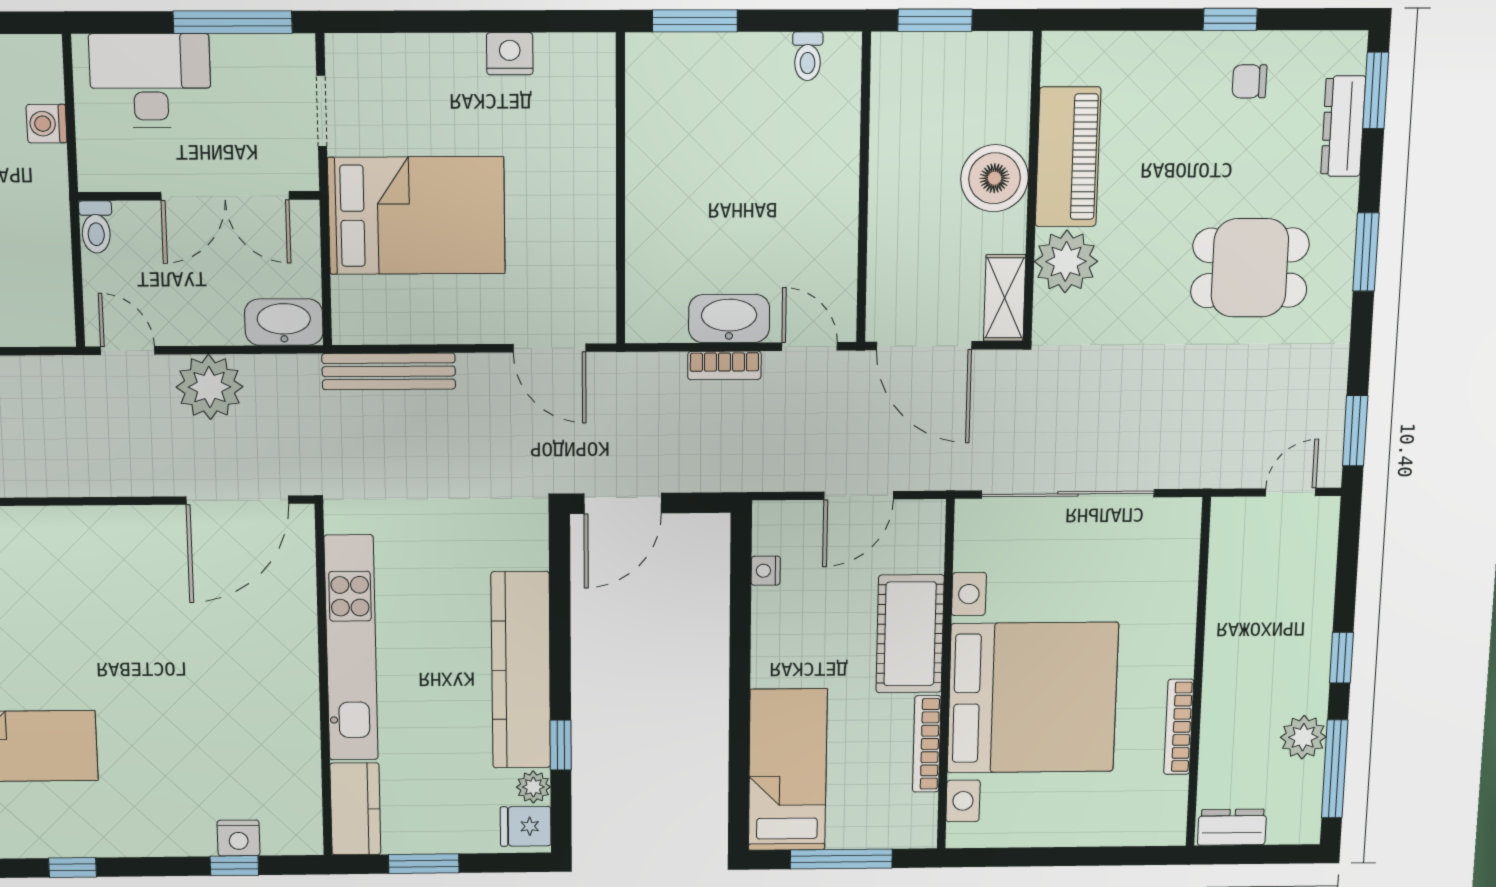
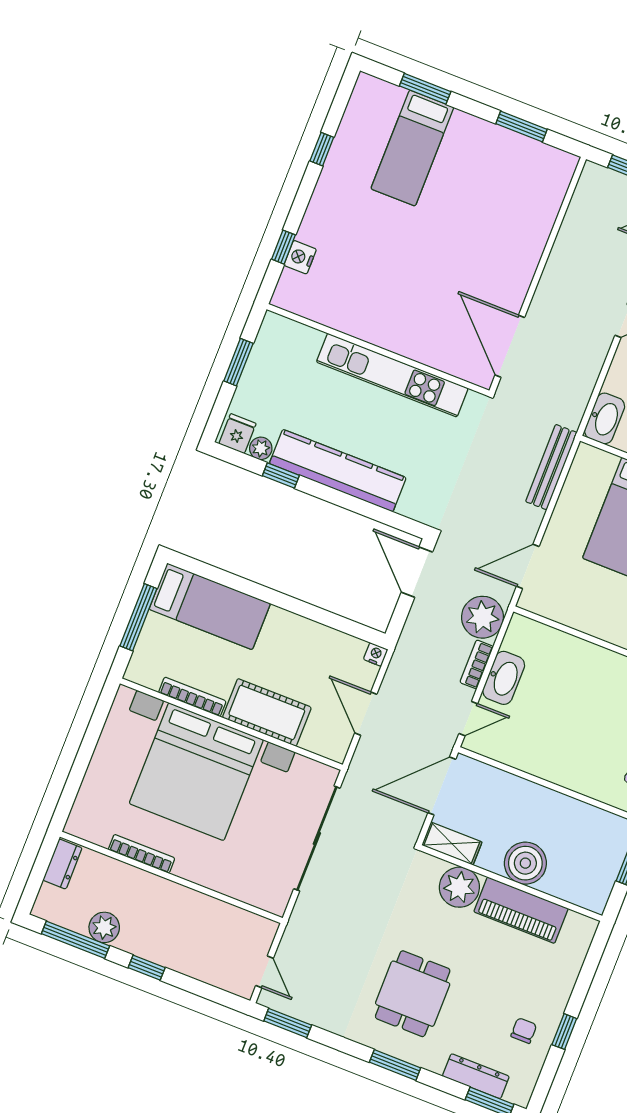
plant: (209, 387) -> (482, 617), moved
nightstand: (766, 571) -> (376, 654), moved
kitchen counter: (355, 809) -> (290, 335), removed

